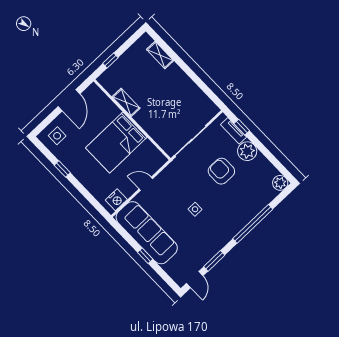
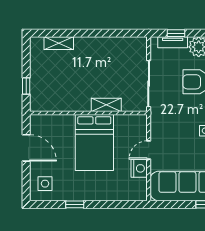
shelving: (126, 102) -> (106, 105), moved
nightstand: (116, 200) -> (139, 168), moved

